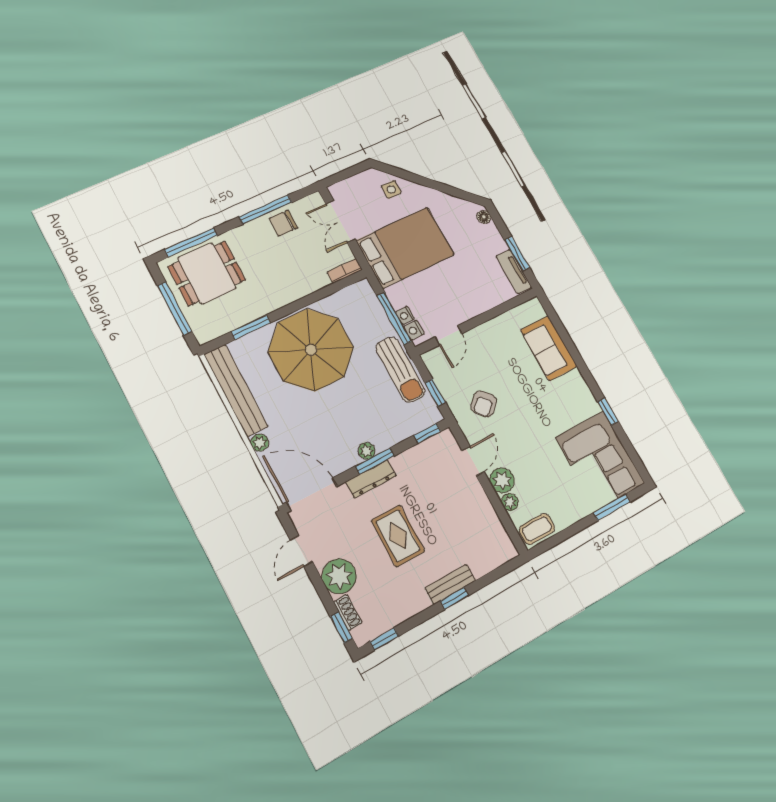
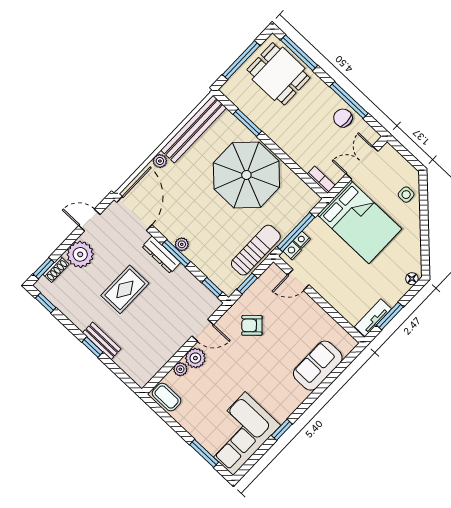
sun lounger: (400, 370) -> (256, 250), turned 180

